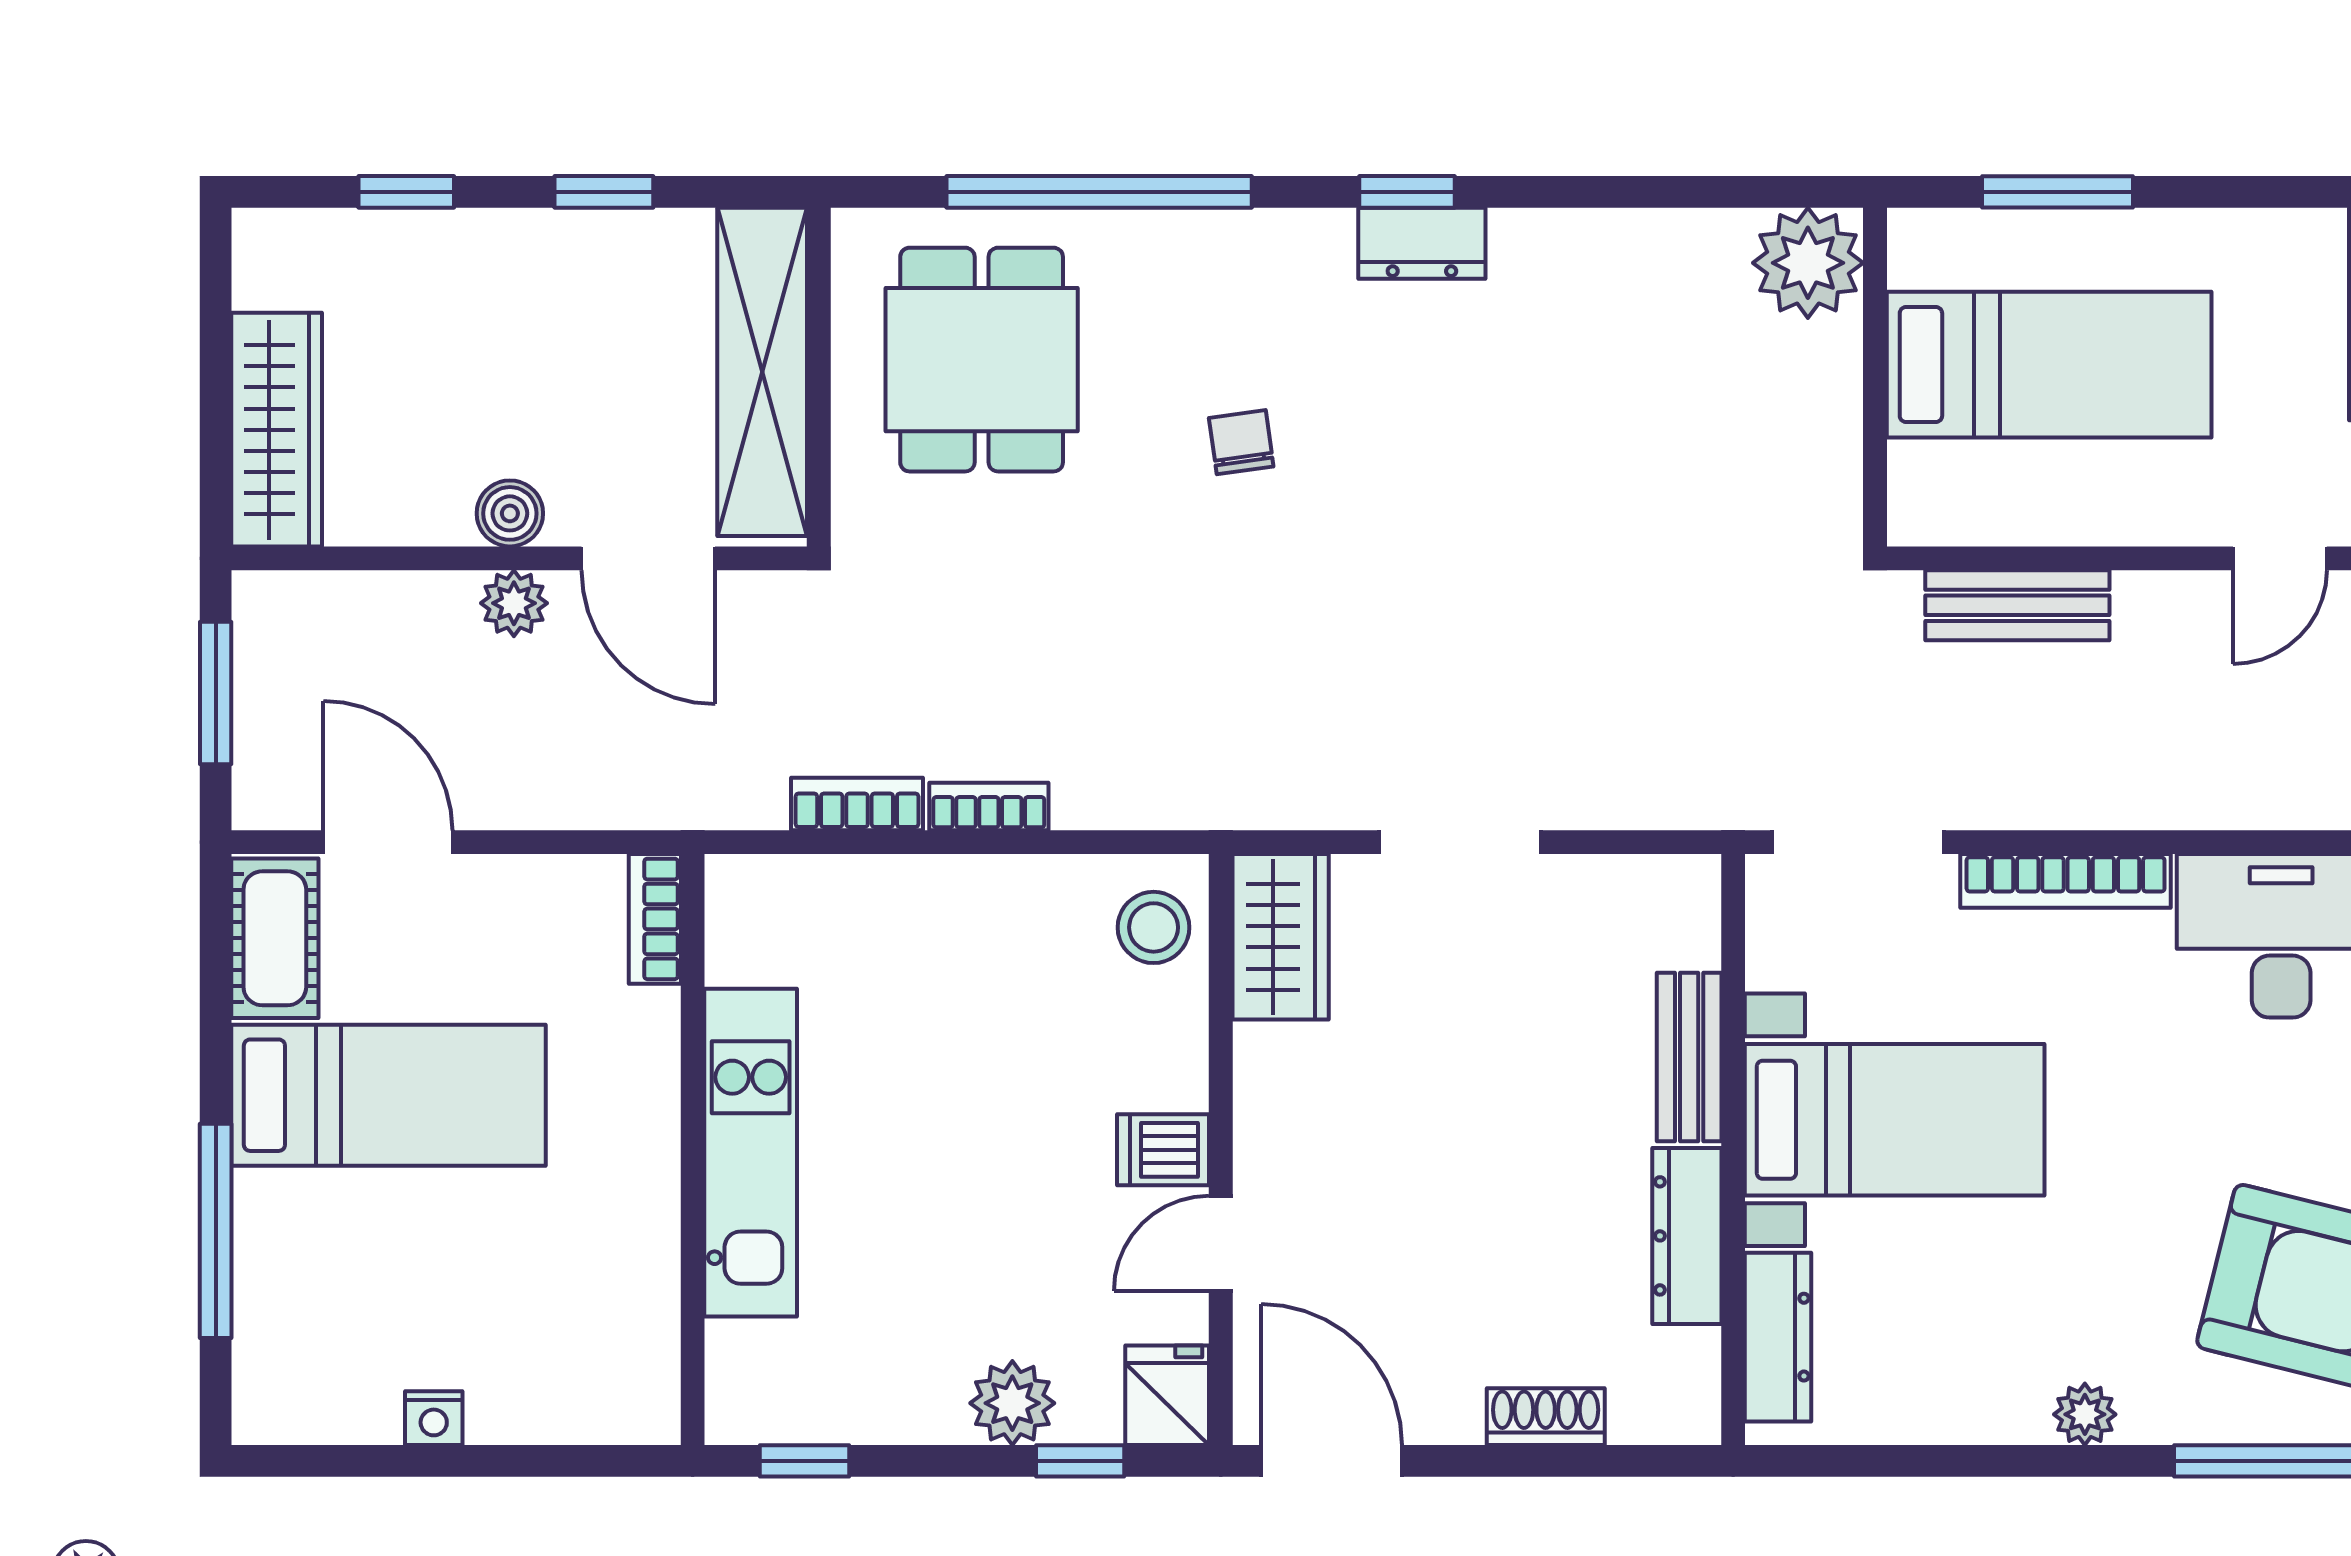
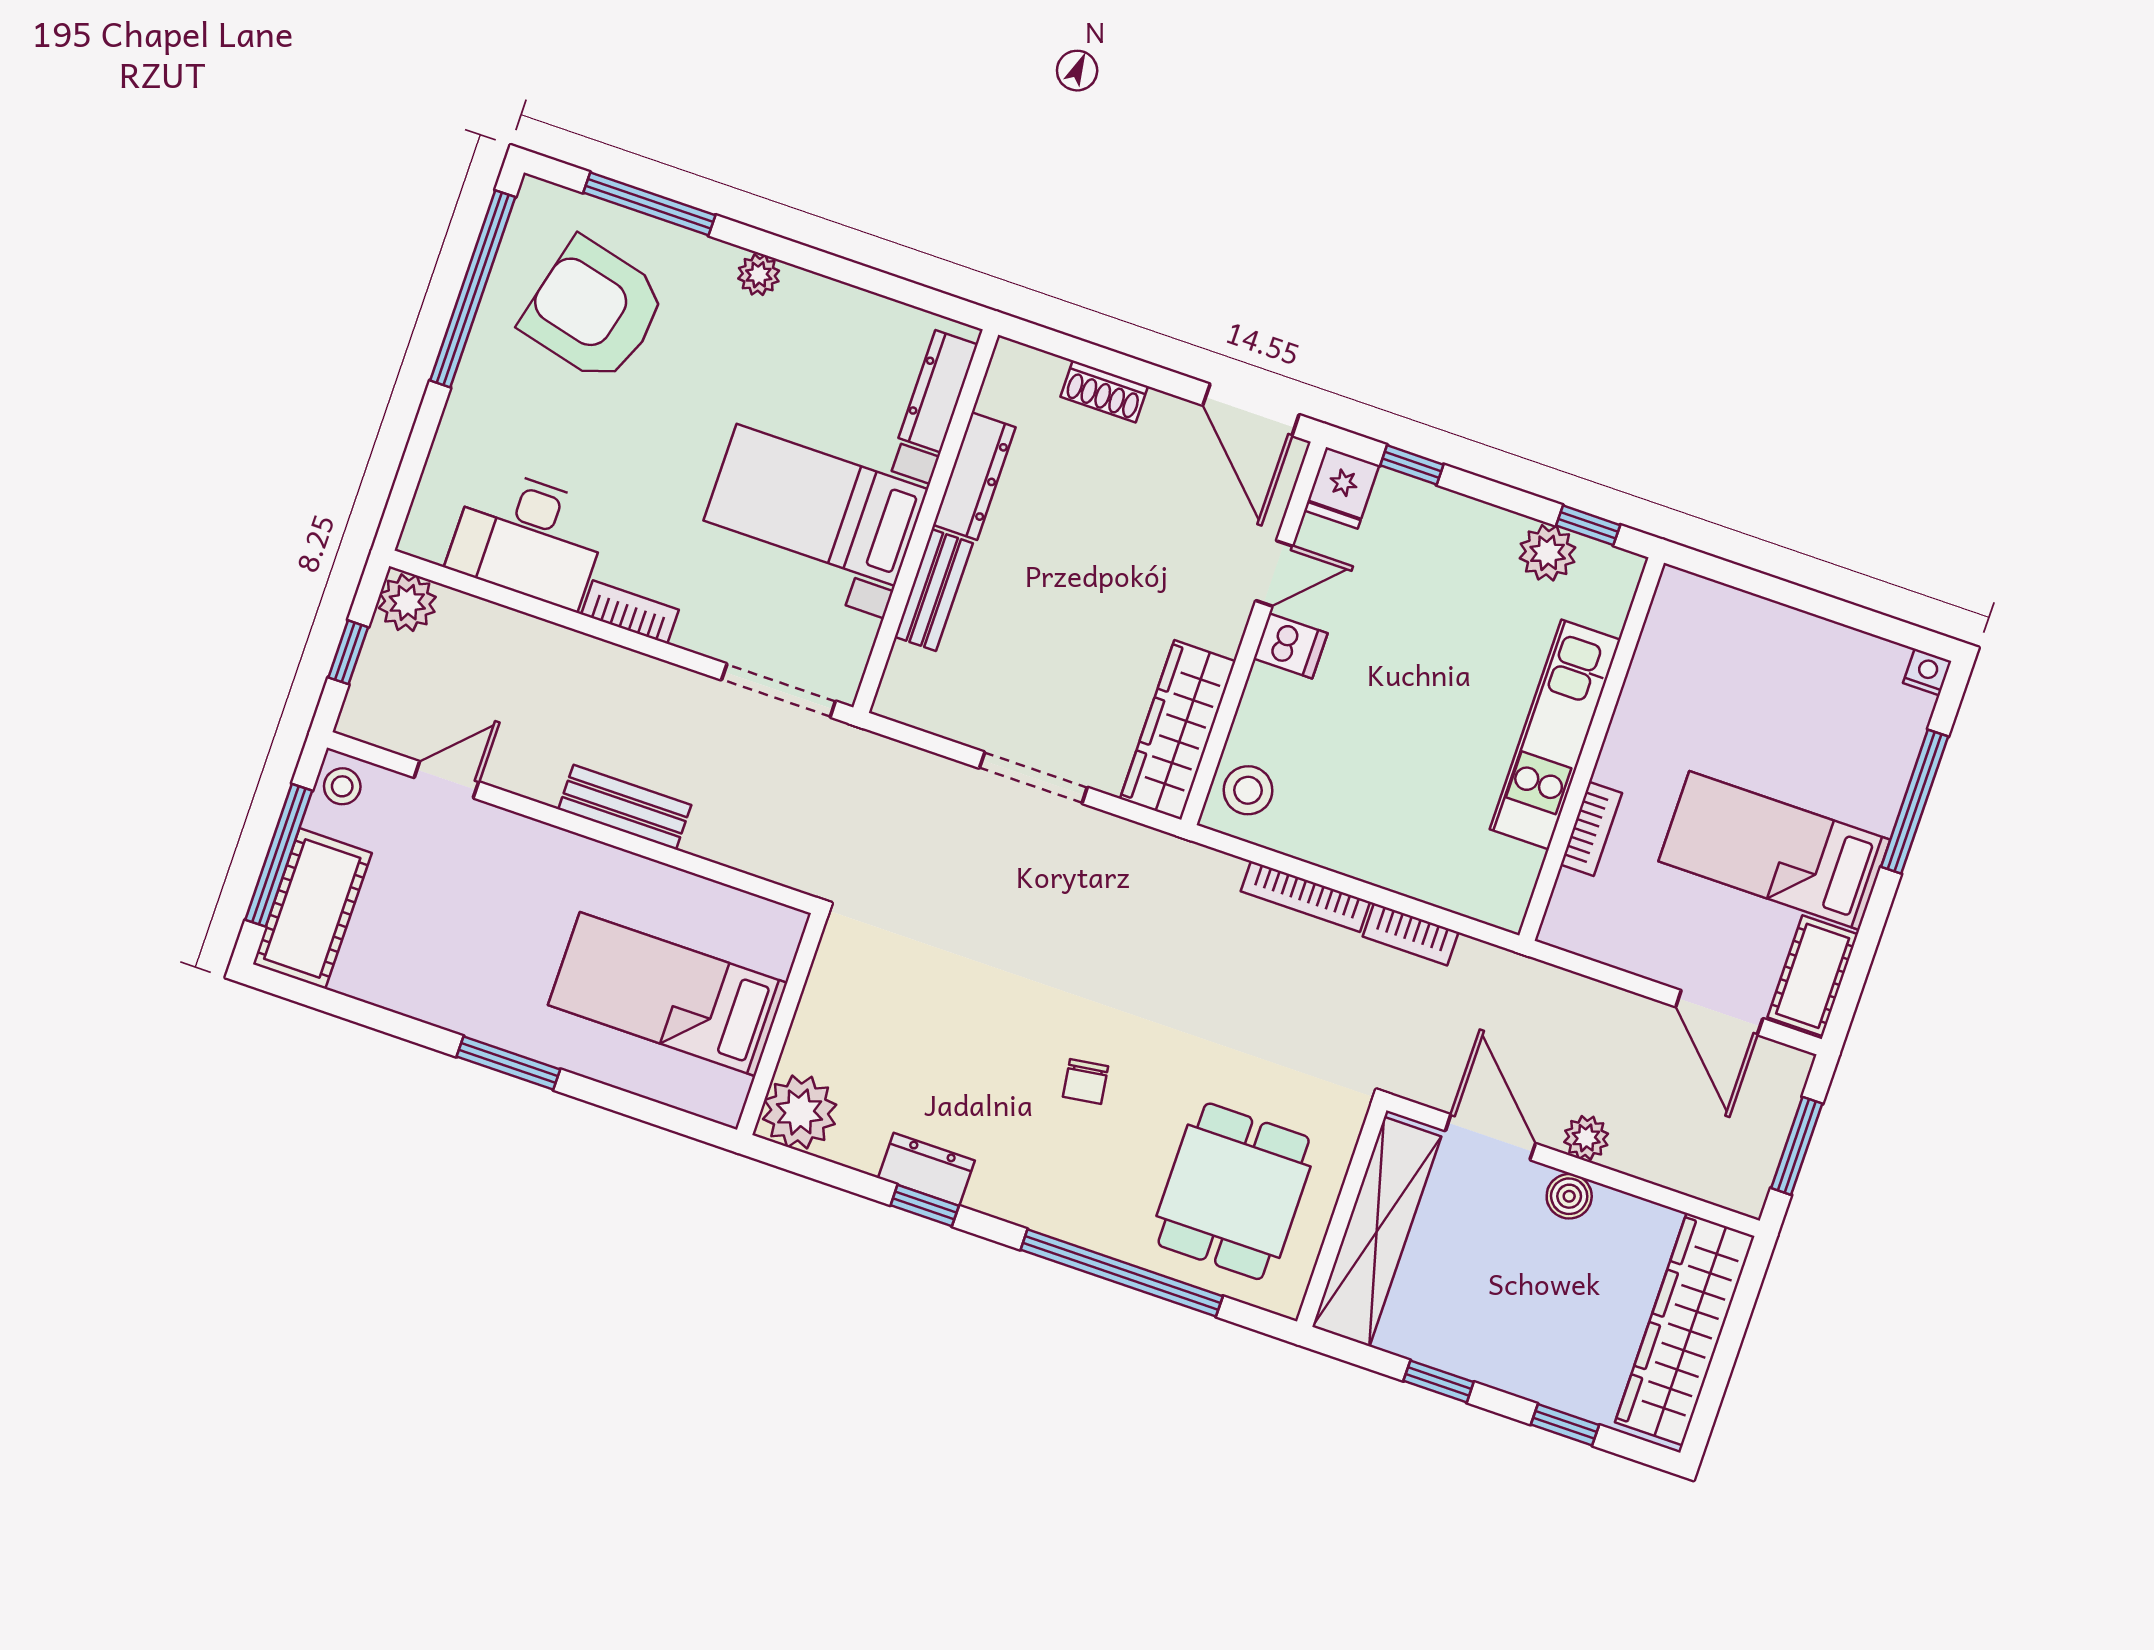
plant: (1808, 263) -> (800, 1112), moved
bed: (2049, 365) -> (668, 994), moved
wall: (1875, 377) -> (782, 1024), moved
wardrobe: (277, 430) -> (1685, 1329), width x1.40, depth x1.17
bookcase: (989, 806) -> (1305, 896), width x1.56
bookcase: (2066, 881) -> (630, 612), width x0.64
bookcase: (655, 919) -> (1591, 829), moved
wardrobe: (1281, 937) -> (1178, 730), width x1.50
plant: (1012, 1403) -> (1548, 553), moved
nightstand: (434, 1418) -> (1927, 672), moved

